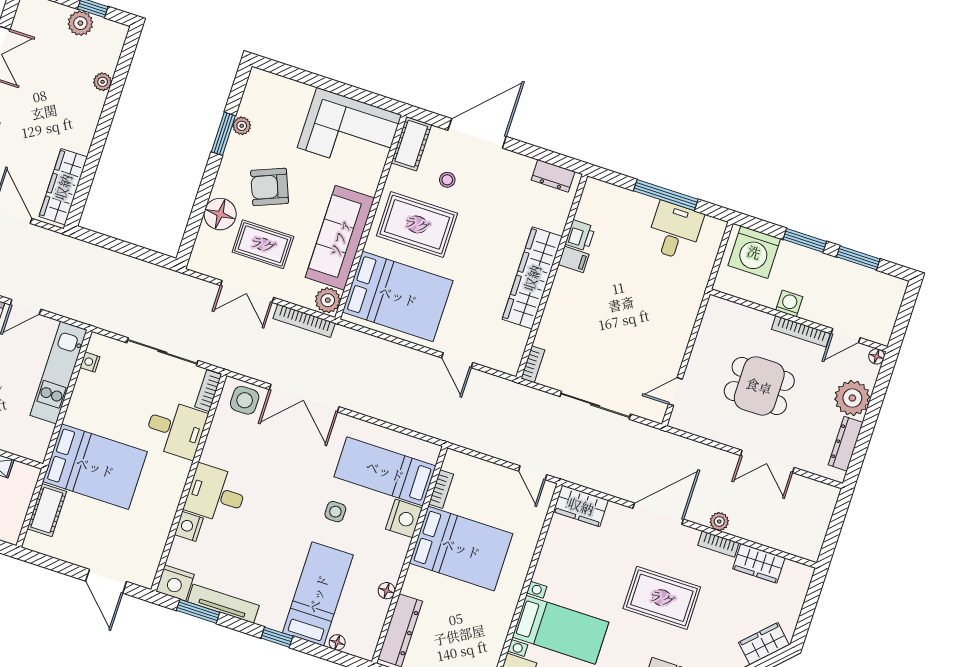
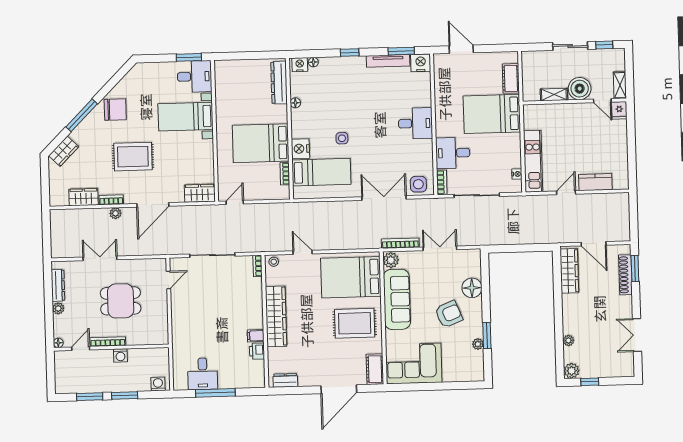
plant: (80, 23) -> (572, 371), moved
stool: (447, 180) -> (274, 262), moved
rug: (263, 244) -> (441, 279), removed
washing machine: (754, 252) -> (158, 384), width x0.53, depth x0.53
plant: (852, 398) -> (58, 308), width x0.53, depth x0.53
door: (533, 473) -> (235, 202), hinge flipped
nightstand: (189, 526) -> (300, 65), moved, turned -90
bed: (318, 594) -> (335, 86), removed

